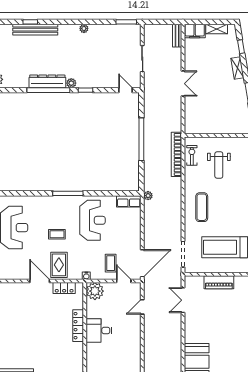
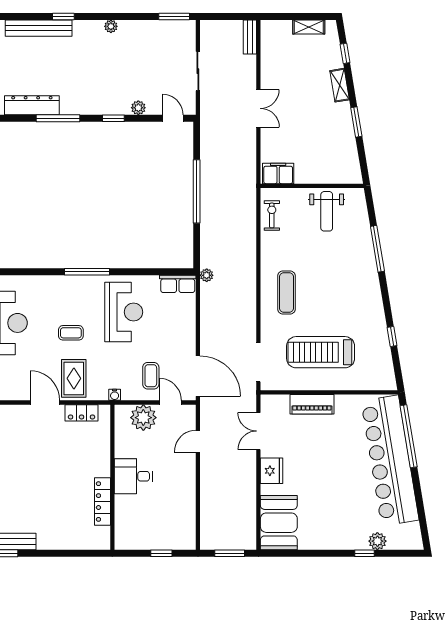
window: (30, 22) -> (63, 16), moved
filing cabinet: (195, 31) -> (278, 173), moved, turned 180
dresser: (47, 81) -> (32, 105), moved
plant: (71, 83) -> (138, 108), moved
window: (48, 90) -> (58, 118), width x0.68
bookcase: (176, 154) -> (249, 214), removed
weight bench: (219, 165) -> (327, 211), moved
door: (142, 263) -> (198, 376), hinge flipped
plant: (95, 291) -> (143, 418), moved
locker: (78, 326) -> (102, 502), moved
fridge: (192, 327) -> (272, 471), added

